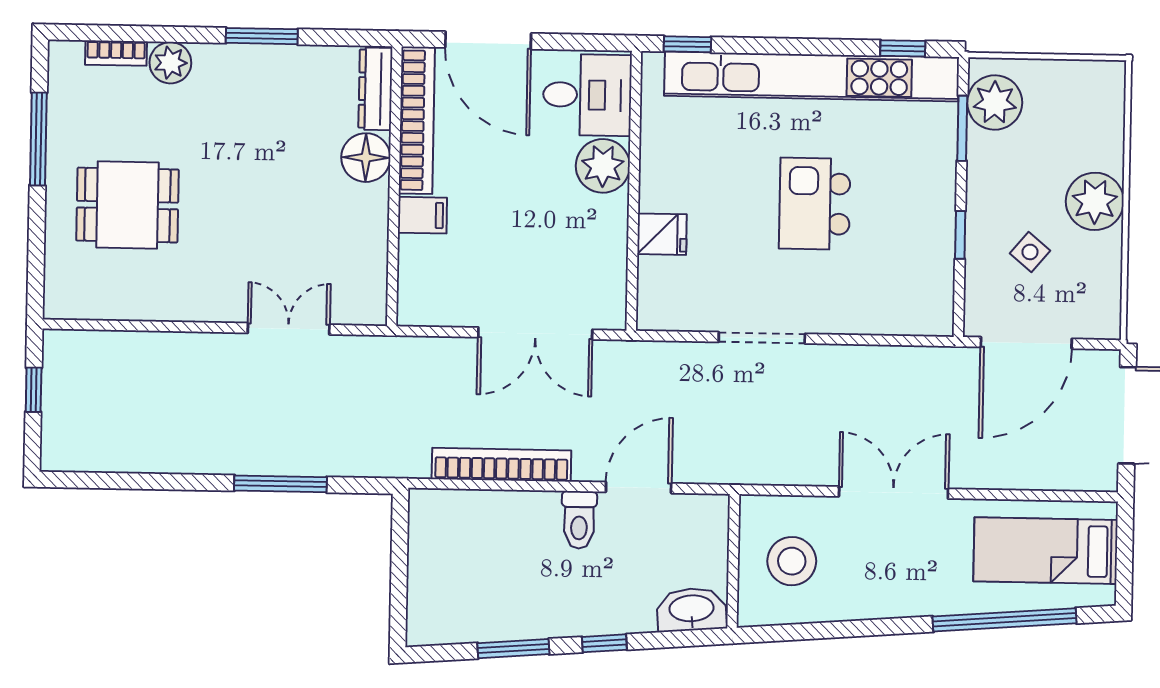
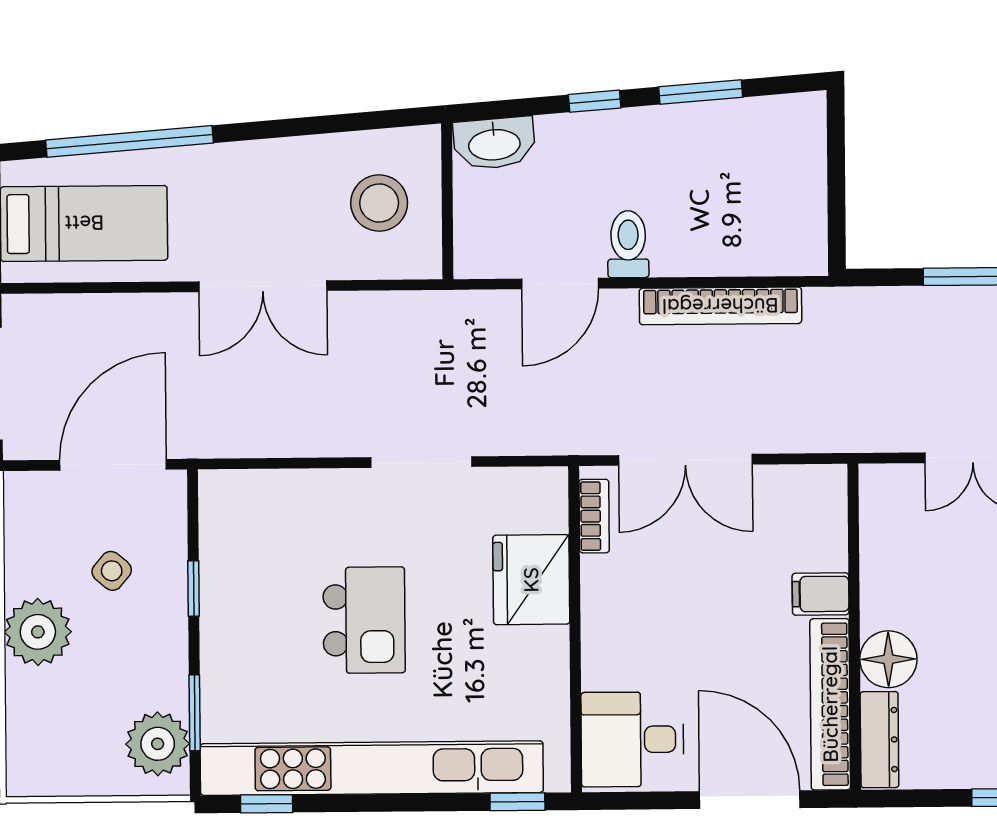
plant: (603, 166) -> (612, 657), removed
fridge: (662, 234) -> (531, 580), width x1.88, depth x1.34
bookcase: (615, 287) -> (594, 516), added
double door: (535, 333) -> (685, 460), swing flipped

